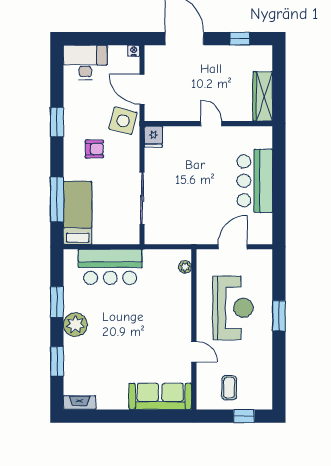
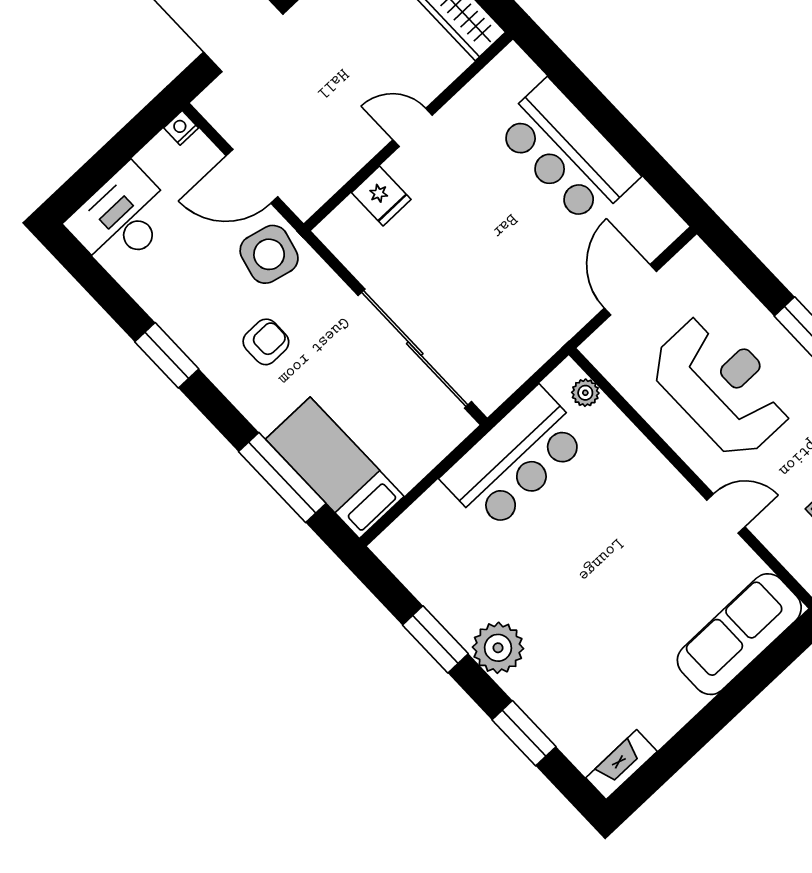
fridge: (153, 137) -> (381, 196), moved
sliding door: (142, 198) -> (415, 349), width x1.36
bar counter: (110, 267) -> (515, 459), moved

